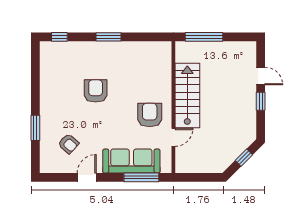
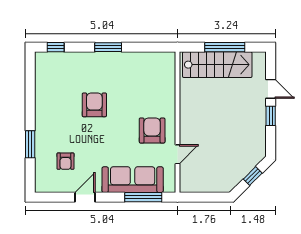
window: (204, 37) -> (225, 47), moved
stairs: (187, 96) -> (217, 65), moved, turned 90
armchair: (68, 144) -> (65, 161), turned 48

